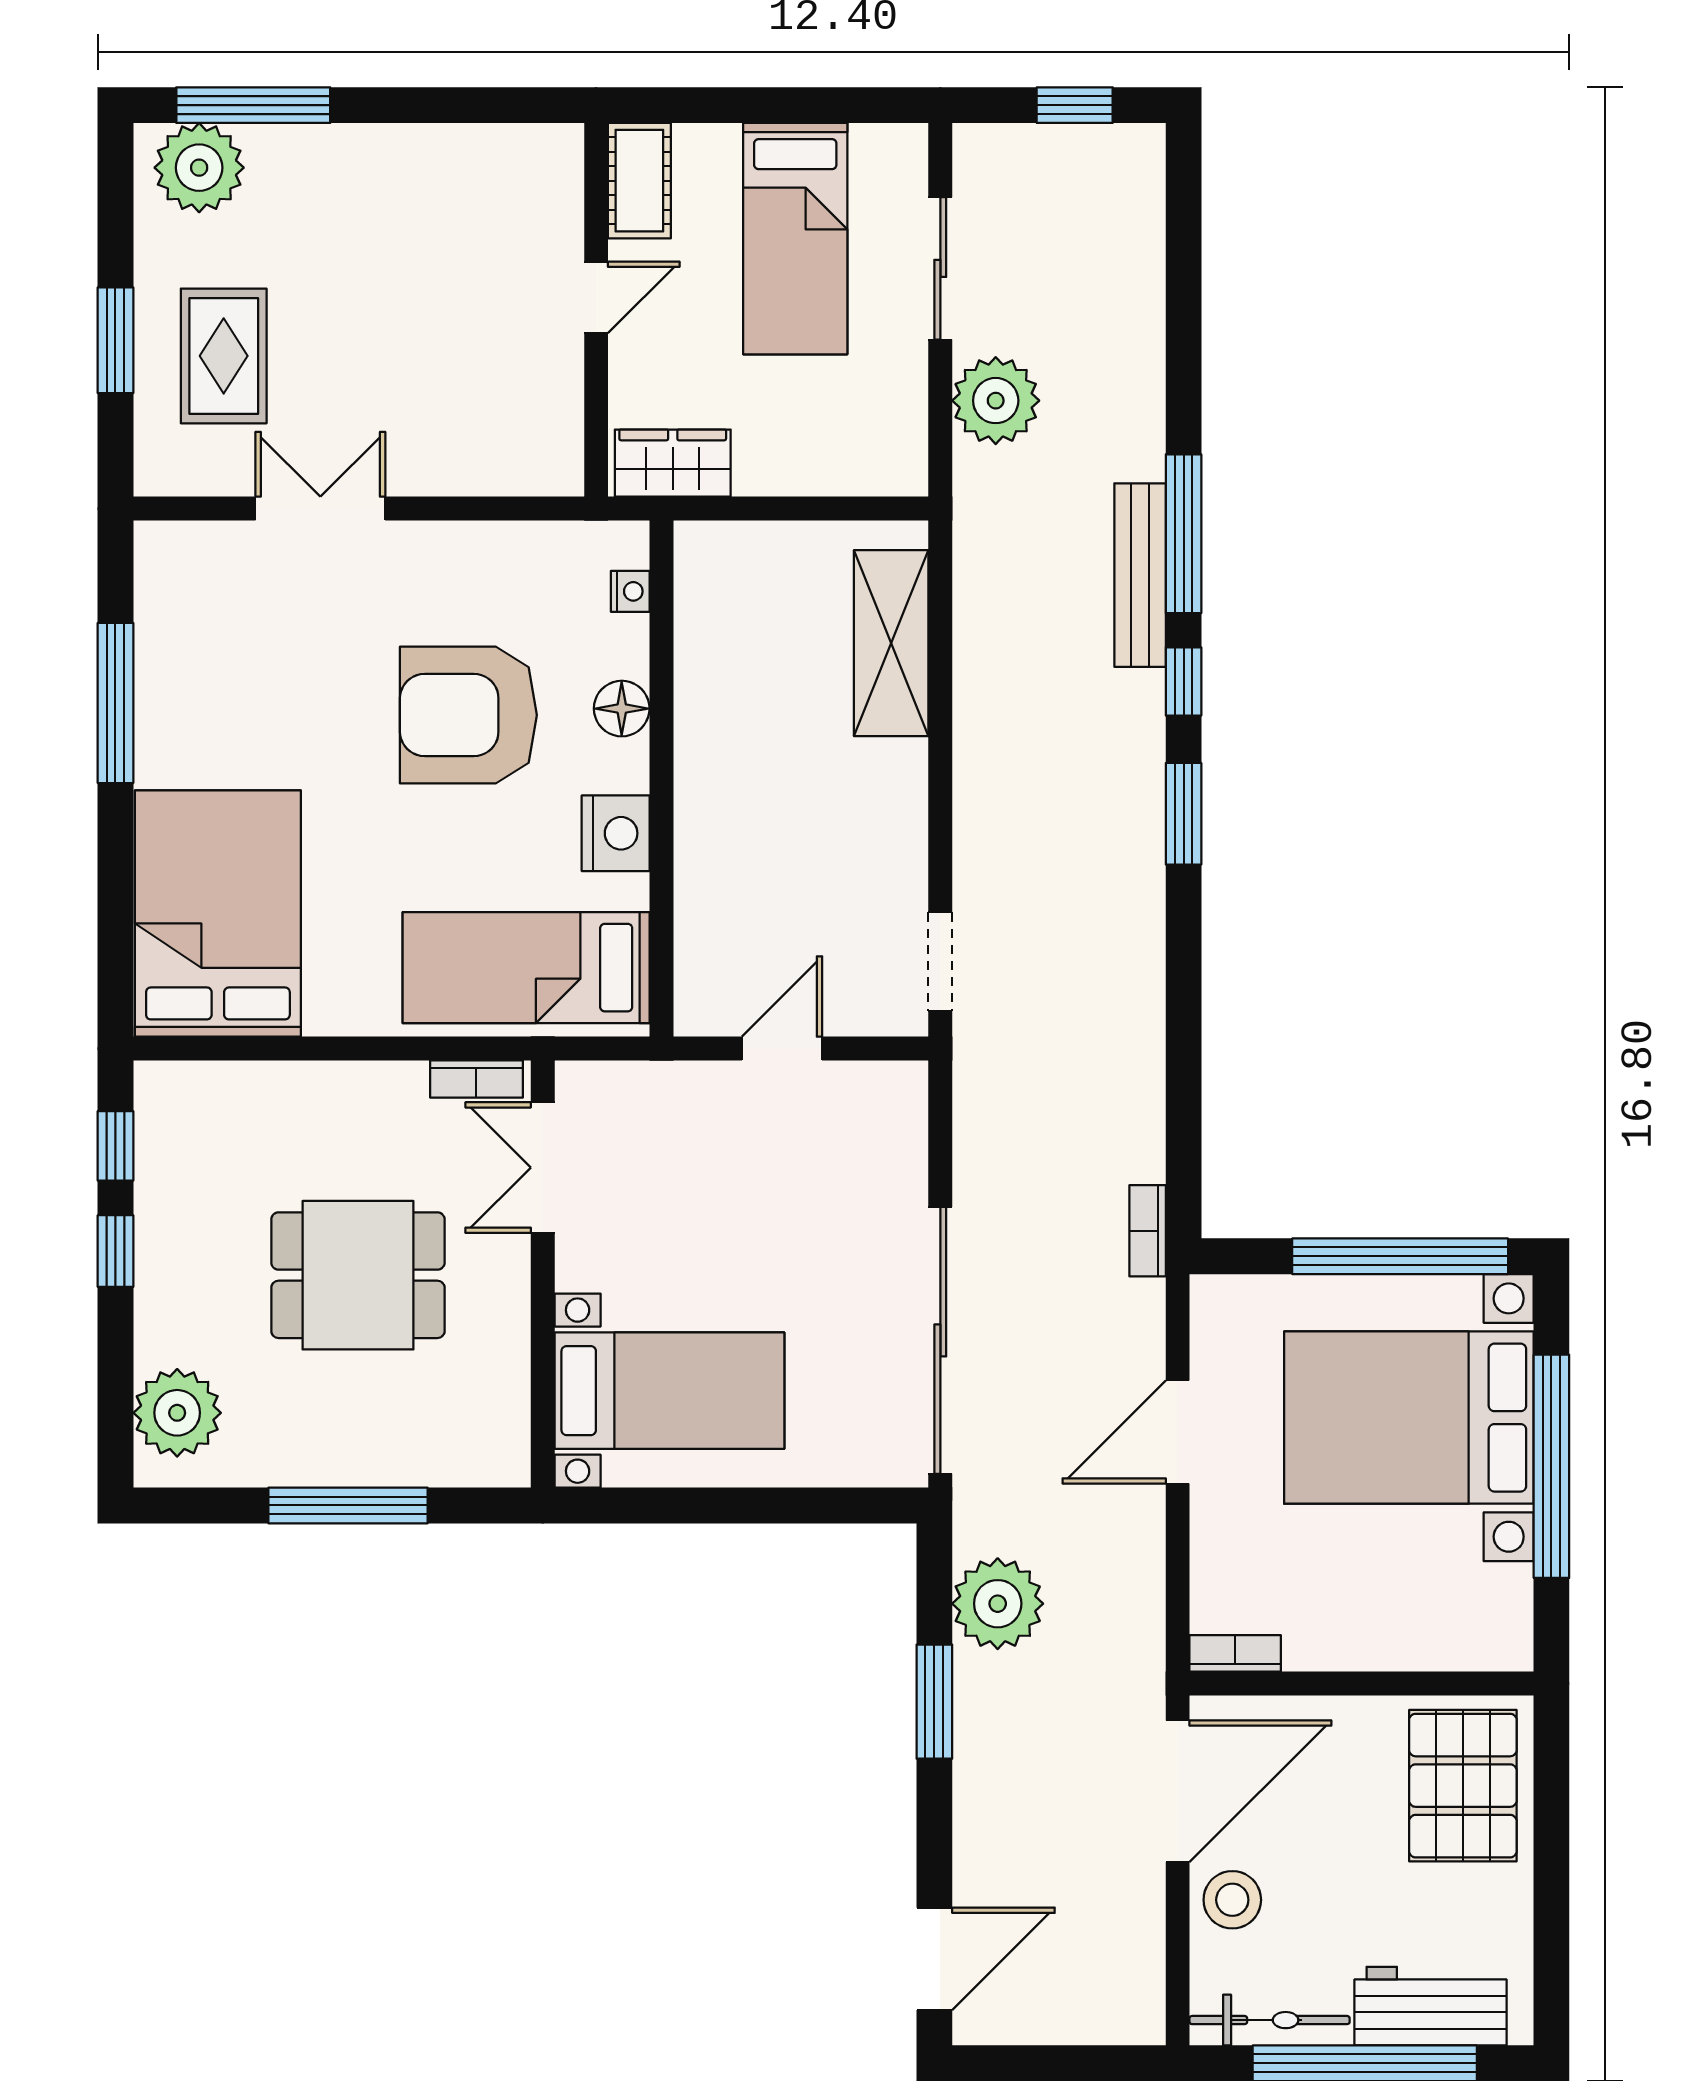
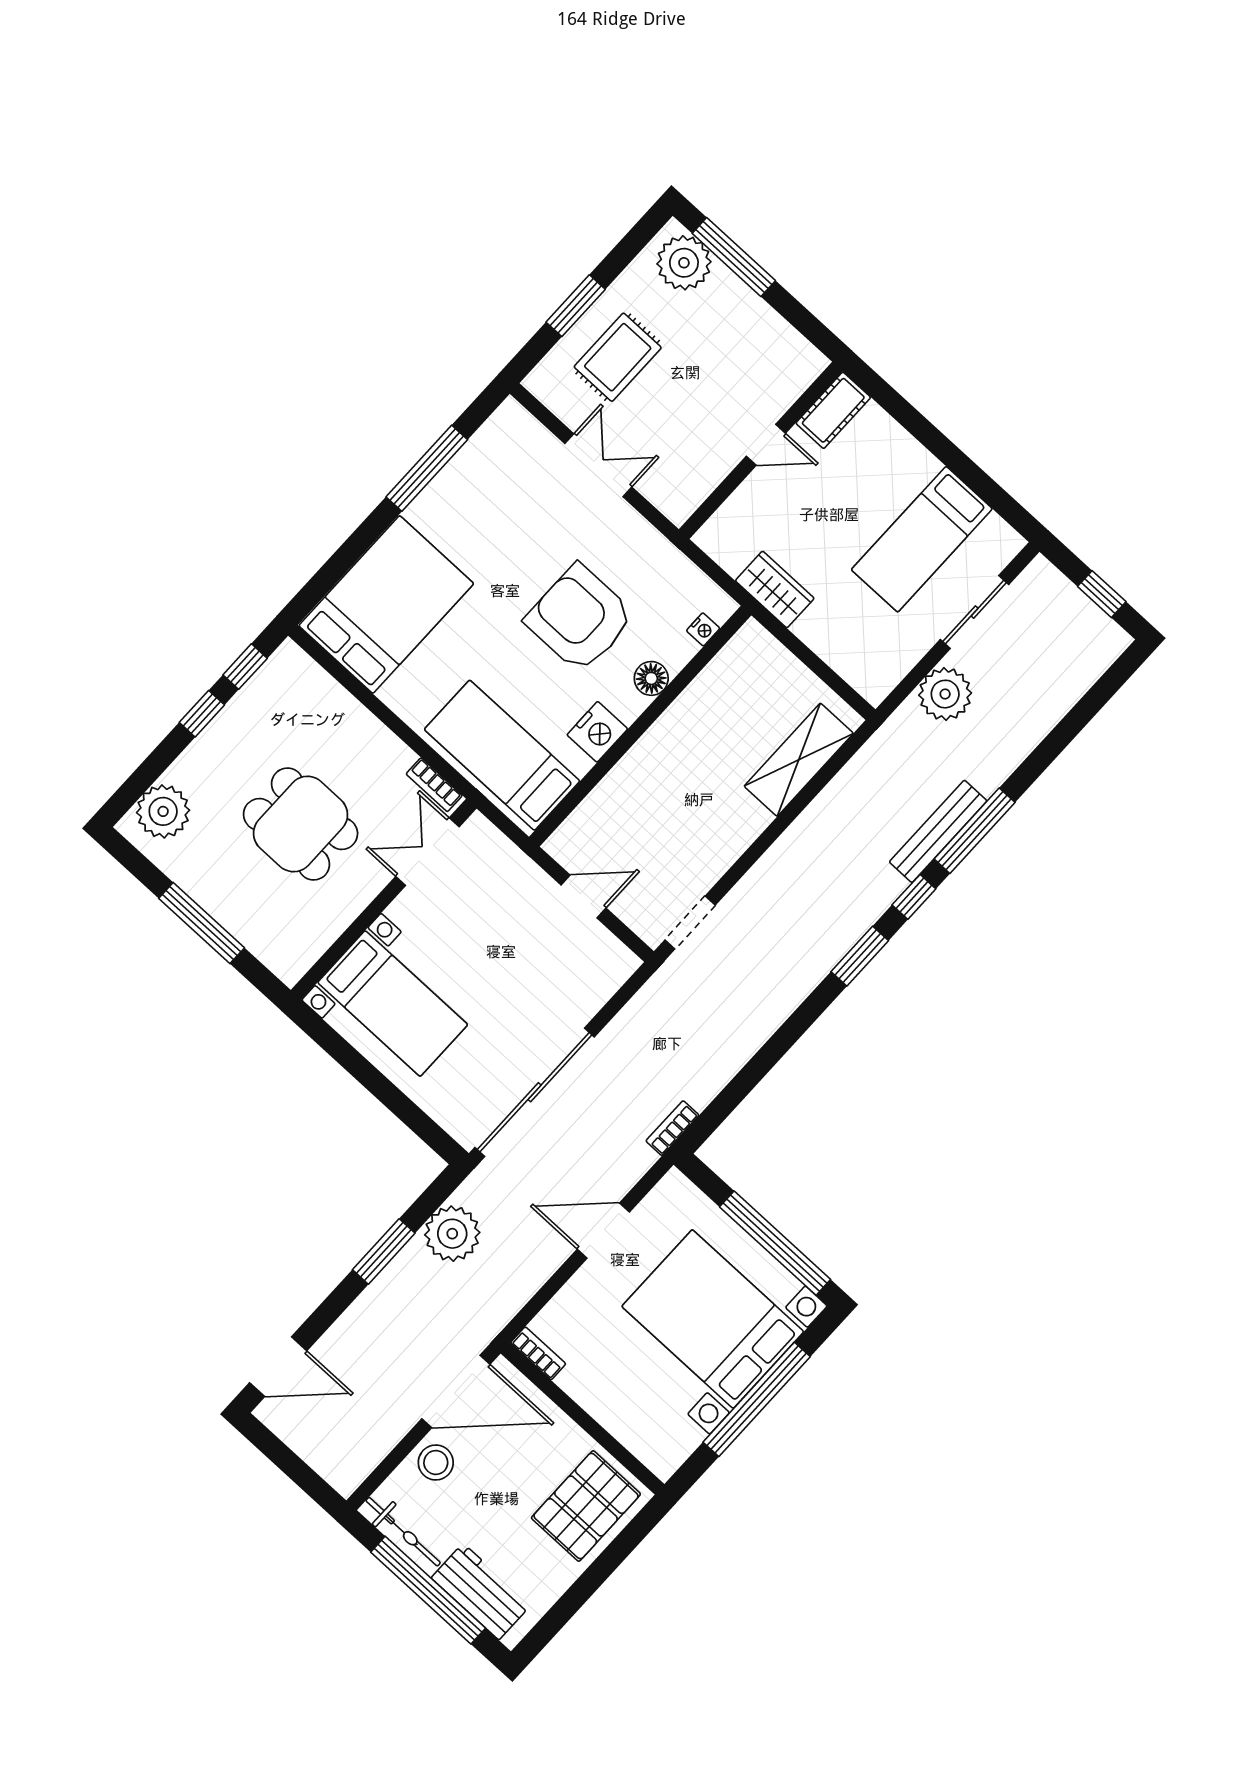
cot: (639, 181) -> (833, 410), moved
door: (596, 297) -> (766, 445), moved
wall: (596, 310) -> (761, 450), moved

